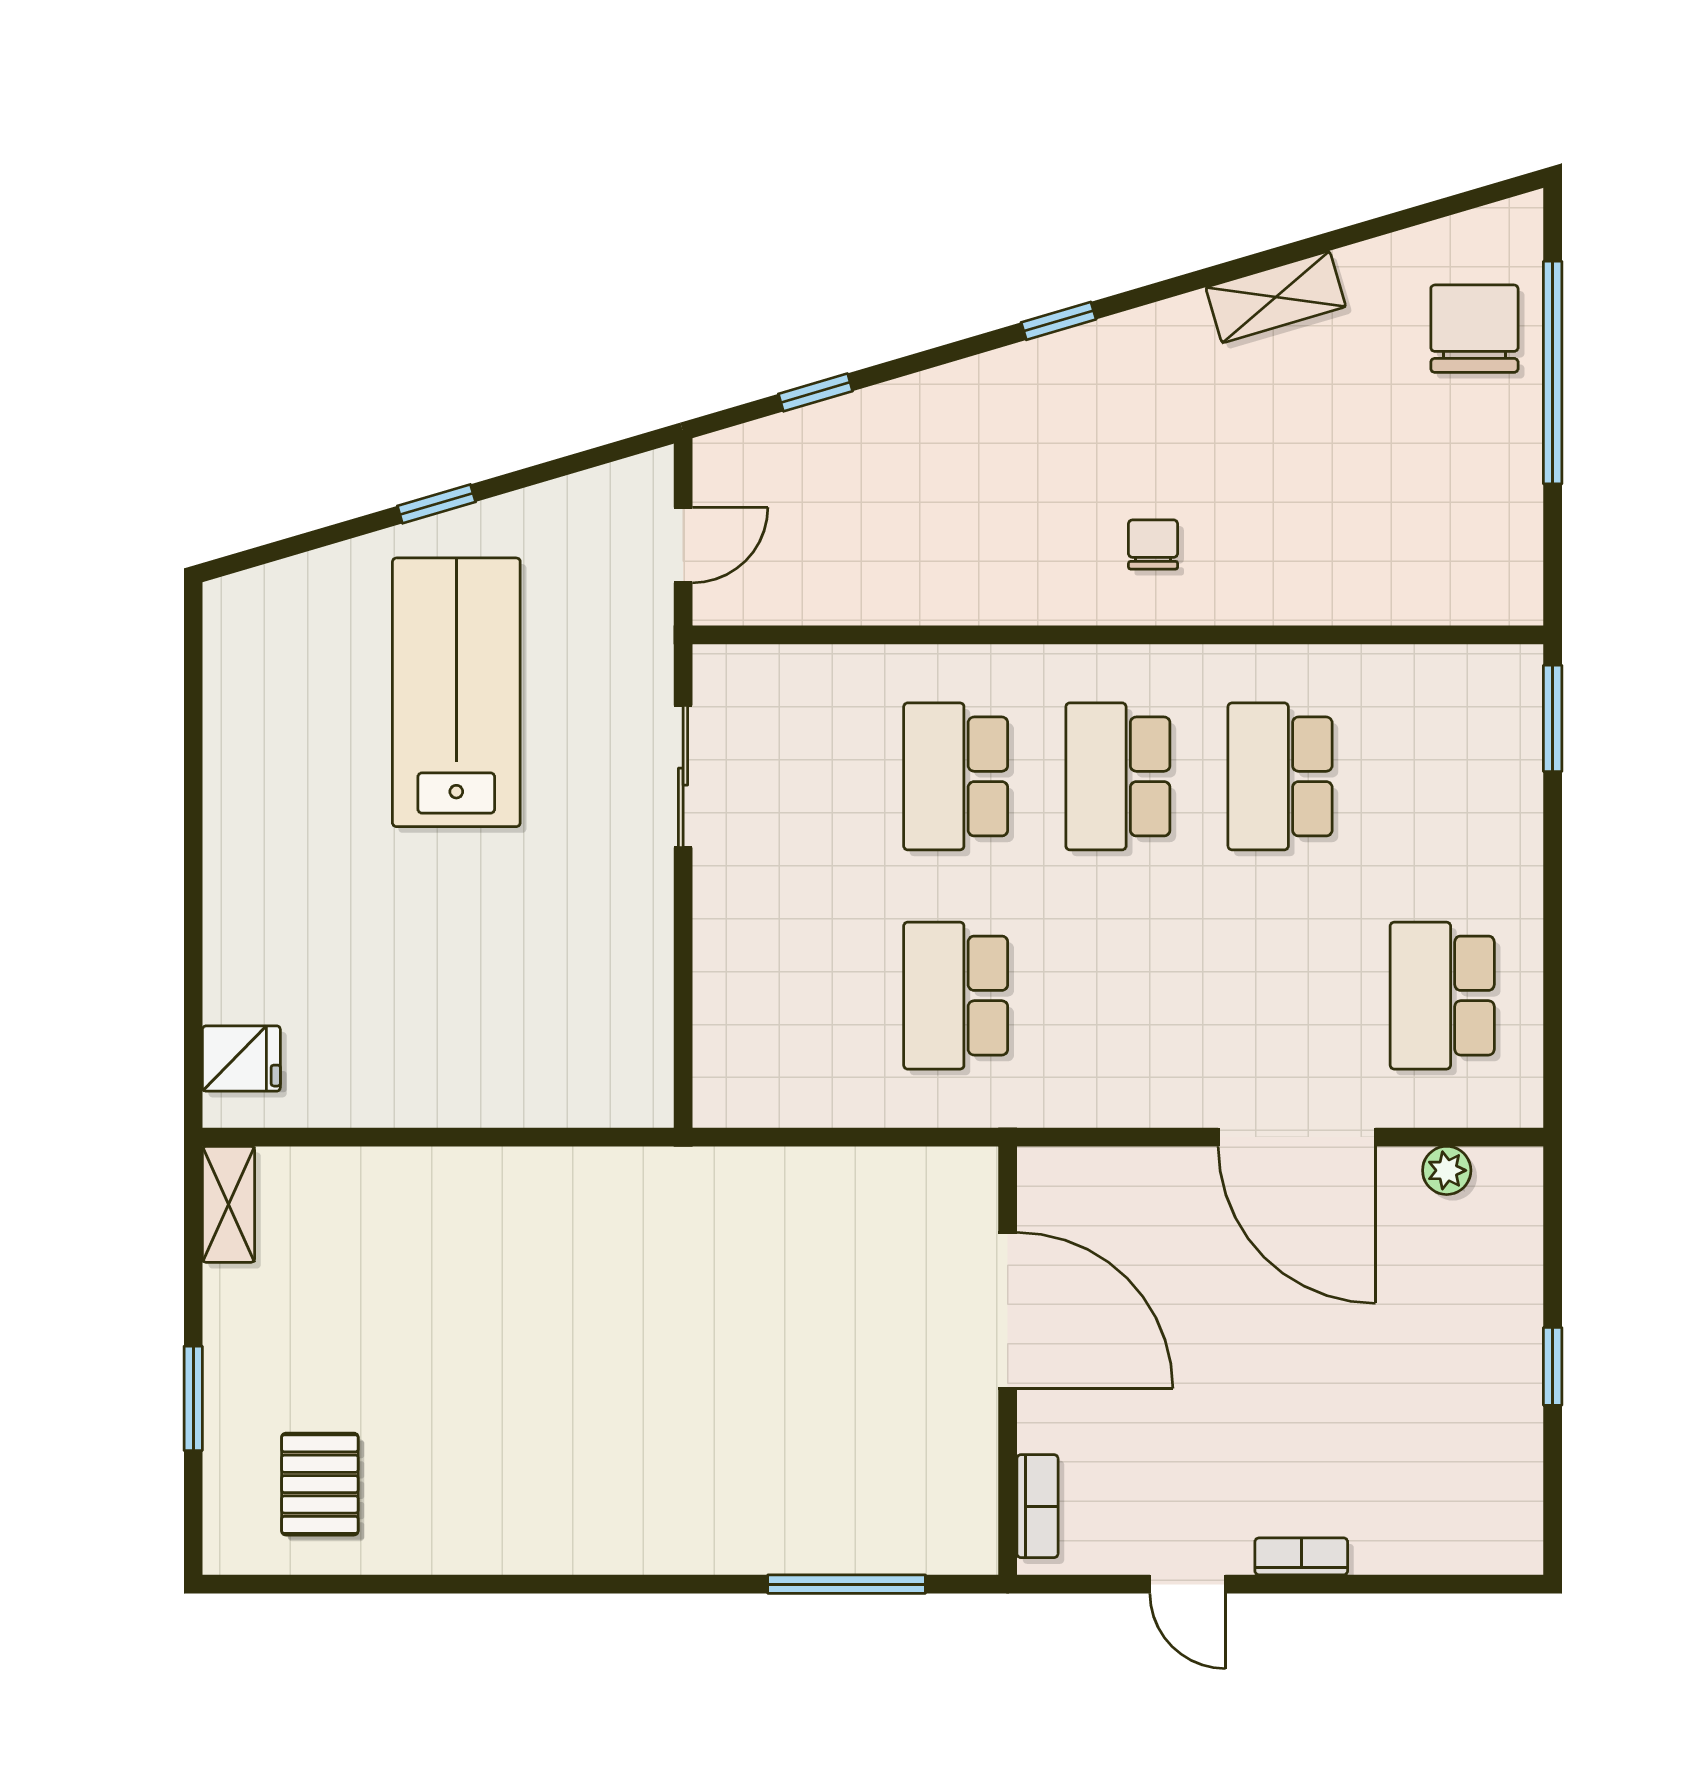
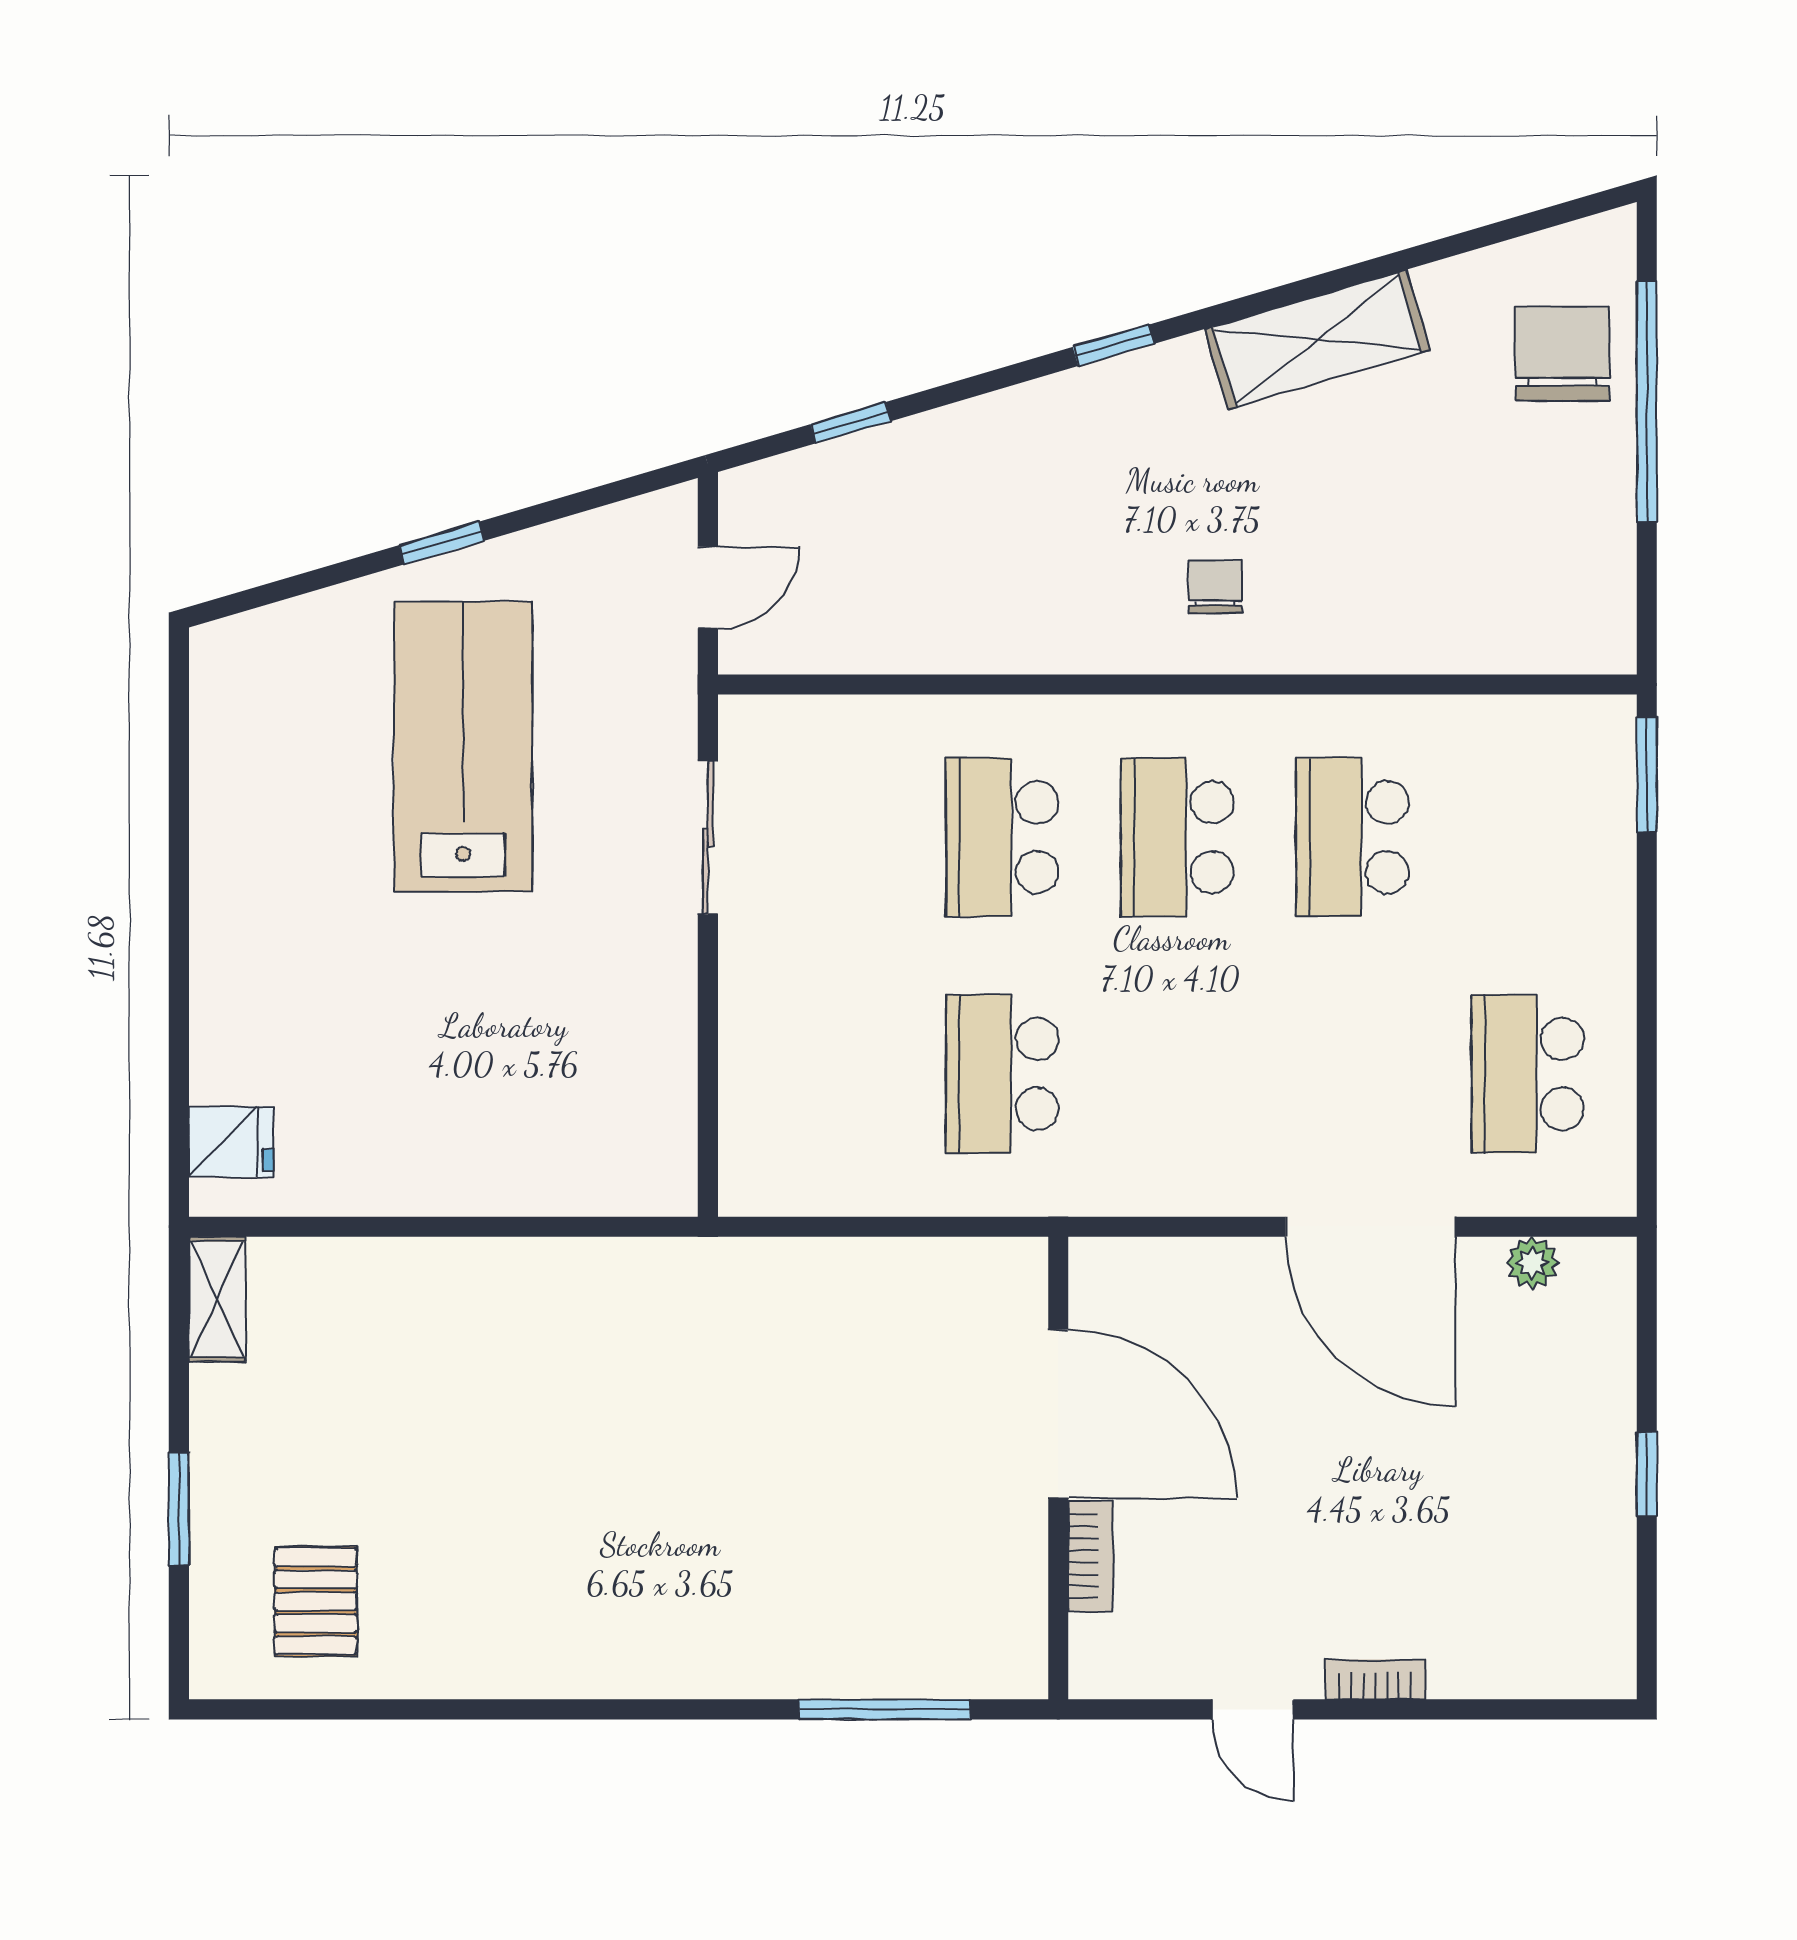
shelving: (1276, 297) -> (1317, 340), width x1.50, depth x1.33
bookcase: (1037, 1506) -> (1090, 1556), moved

